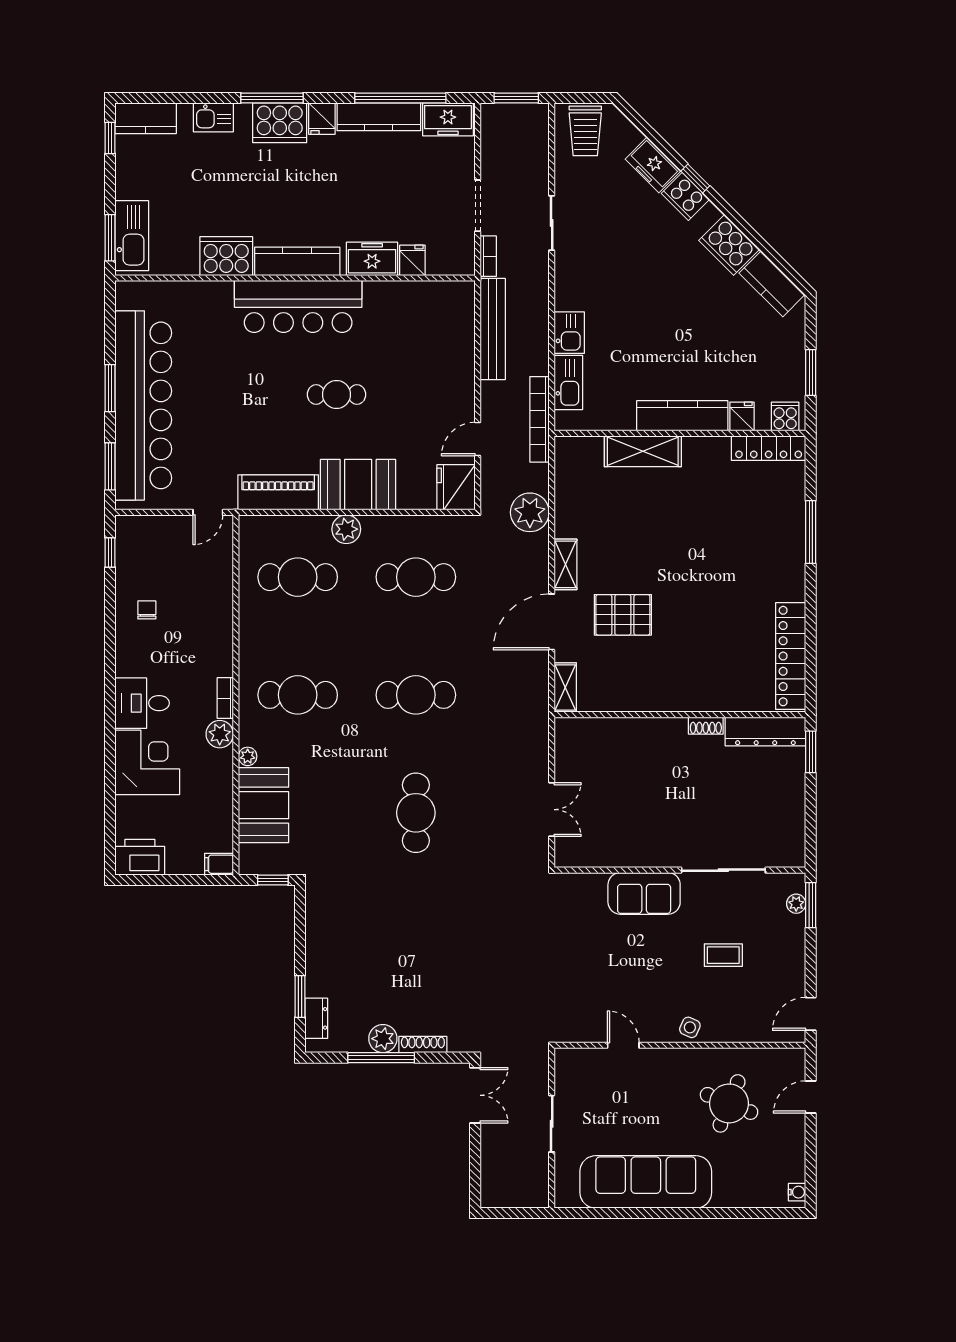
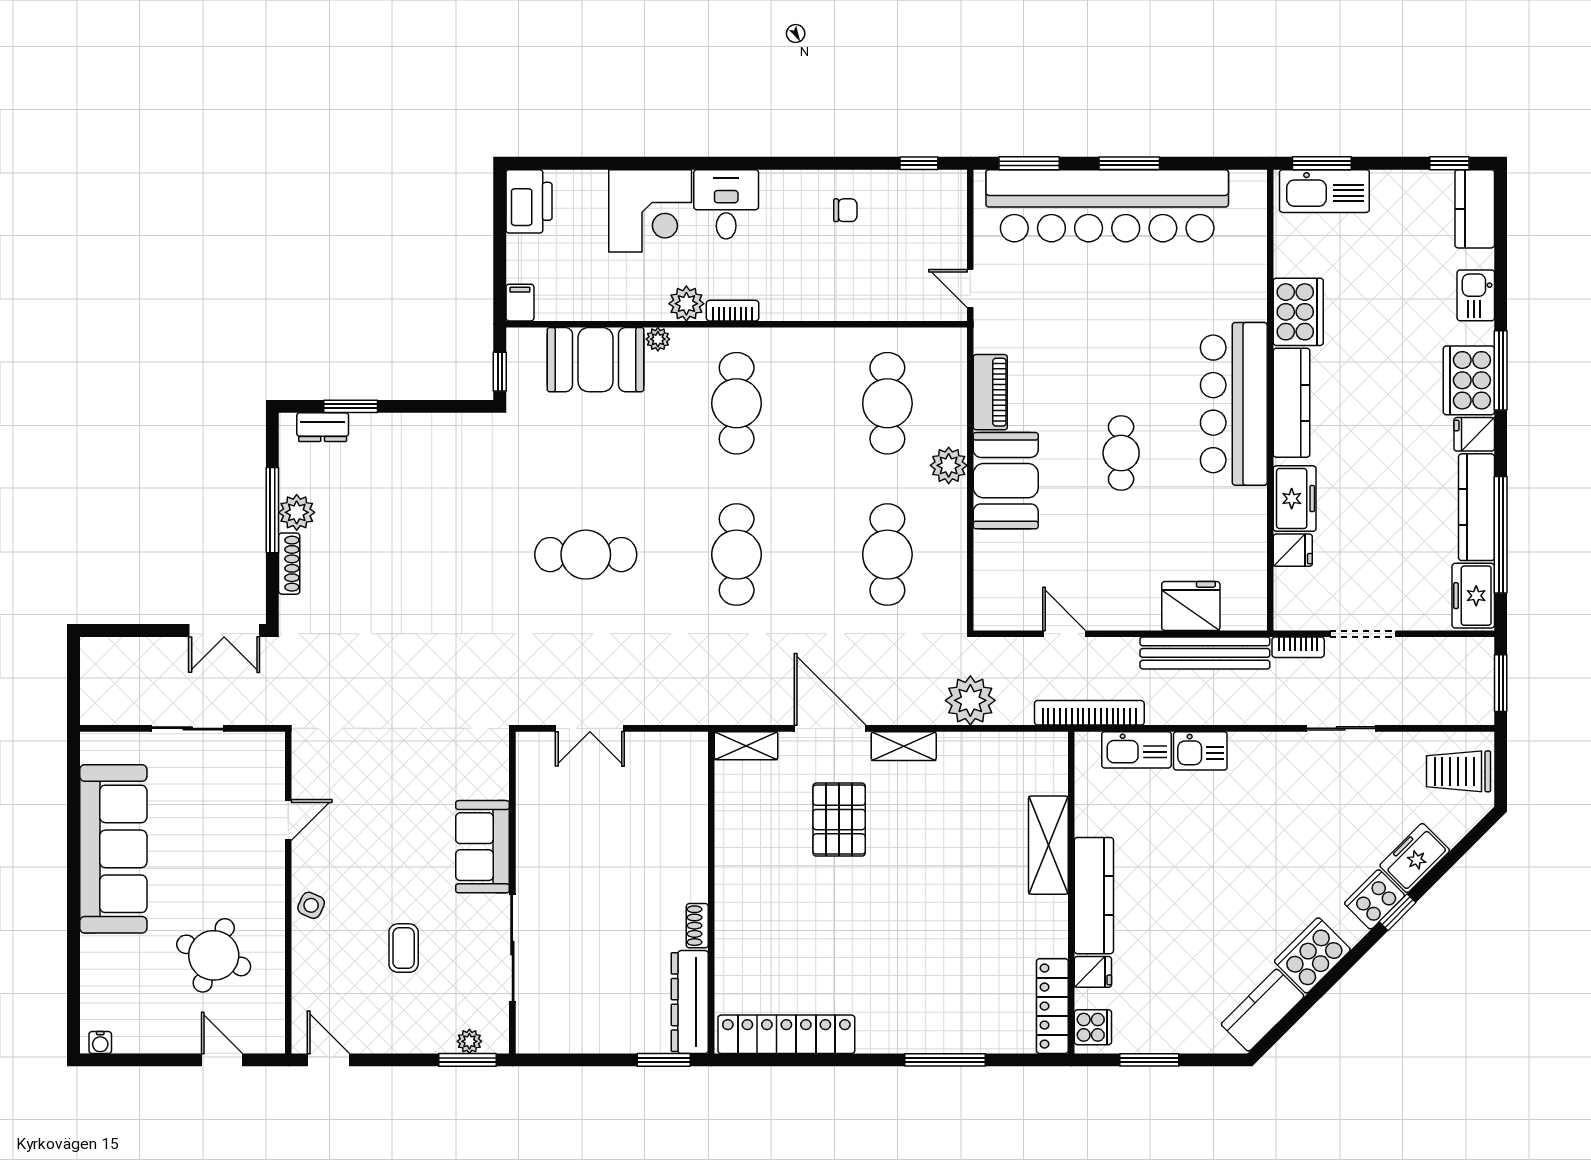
fridge: (456, 487) -> (1191, 606), moved
piano: (278, 492) -> (990, 392), width x0.73, depth x0.75

